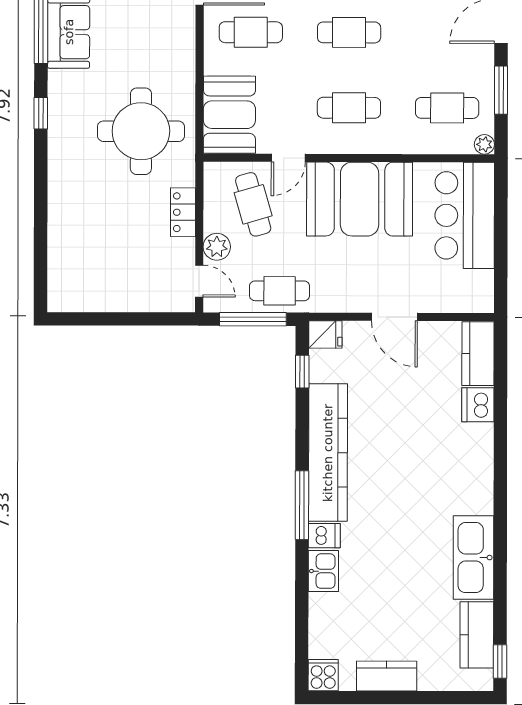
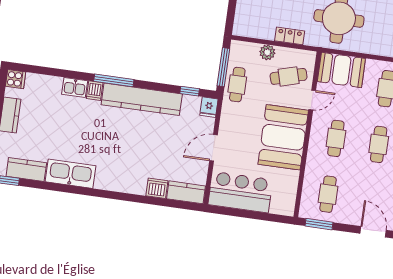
window: (501, 90) -> (319, 224), moved
plant: (484, 144) -> (304, 213), removed
door: (288, 158) -> (312, 100), swing flipped
bar counter: (465, 215) -> (240, 192), moved
door: (199, 281) -> (249, 40), removed

